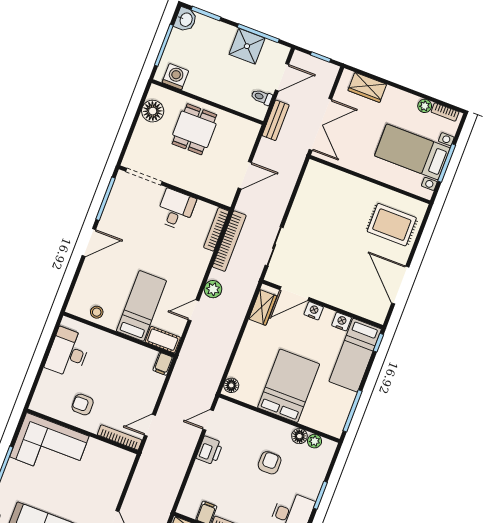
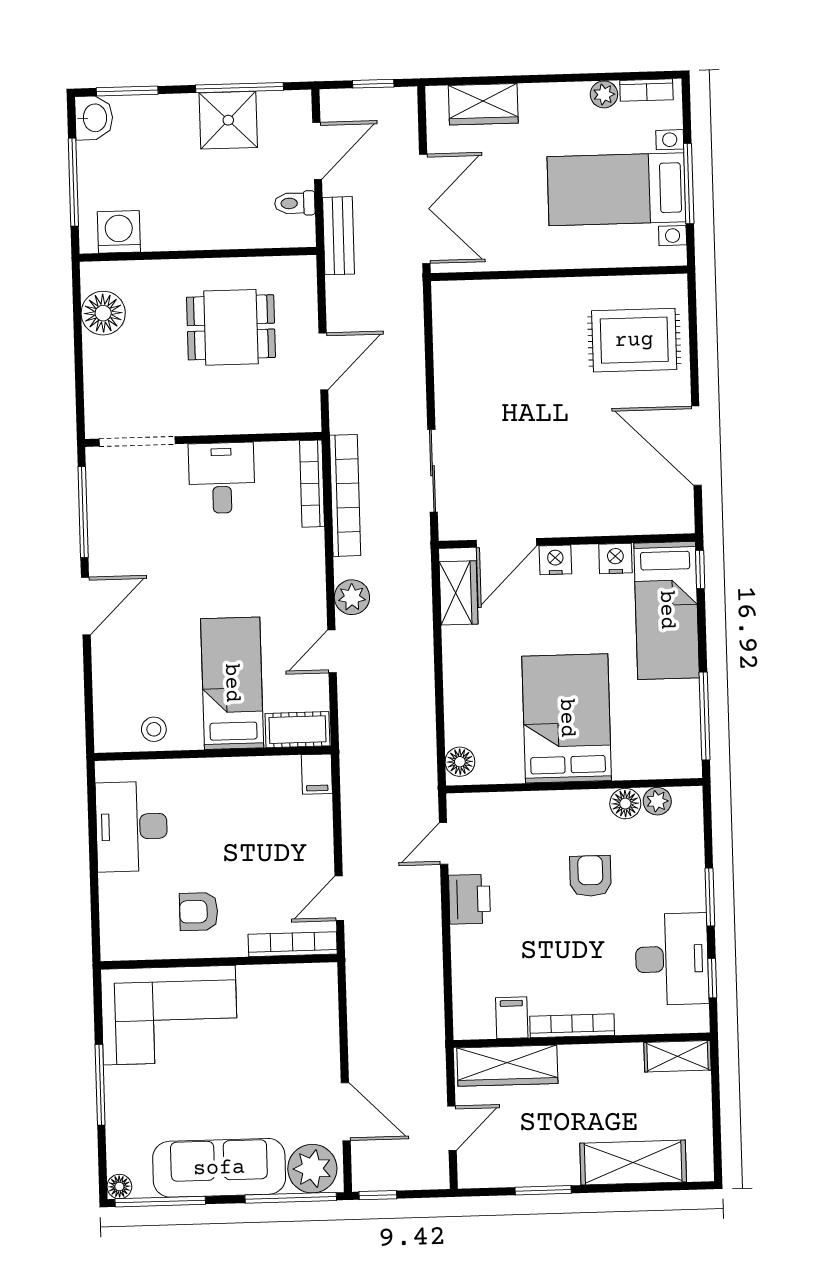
dining table: (194, 129) -> (231, 327), moved, turned 90

